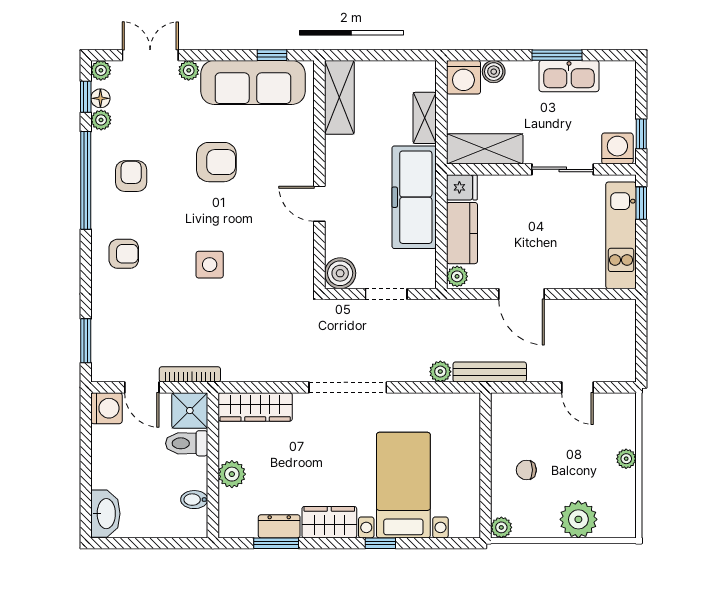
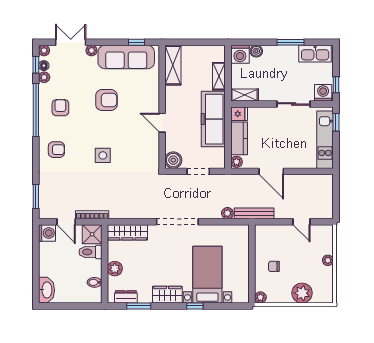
kitchen sink: (569, 76) -> (315, 54), moved
shelving: (485, 149) -> (245, 95), width x0.67, depth x0.75
dresser: (279, 526) -> (126, 297), moved

